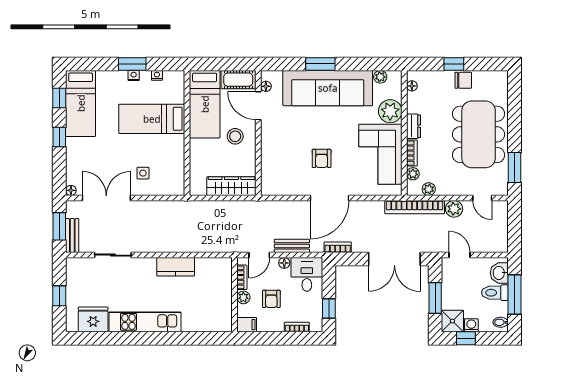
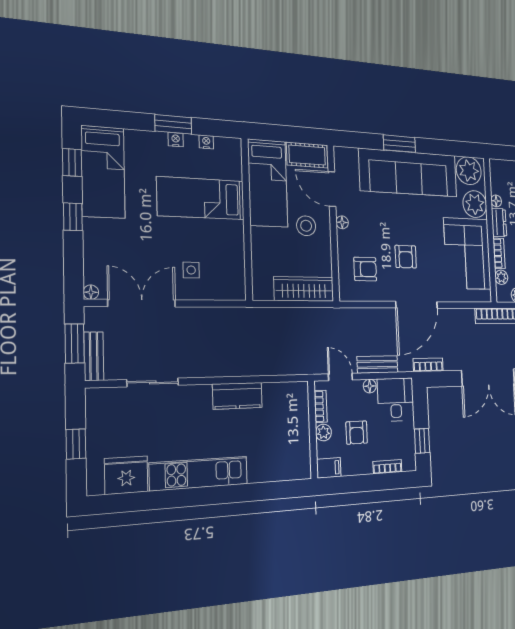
plant: (380, 77) -> (469, 171), width x1.88, depth x1.88
floor lamp: (266, 86) -> (342, 222), moved
floor lamp: (412, 86) -> (496, 201), moved
armchair: (285, 169) -> (365, 269), added
door: (259, 255) -> (340, 377), swing flipped

